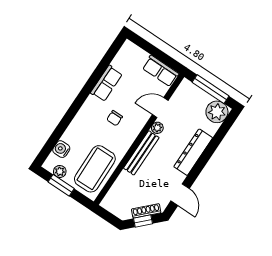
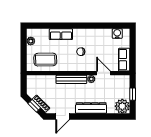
row of seats: (106, 83) -> (61, 34), moved
window: (211, 89) -> (133, 94), width x0.46
water cooler: (61, 149) -> (117, 34), moved
coffee table: (95, 169) -> (45, 60), width x0.73, depth x0.76
window: (61, 185) -> (24, 47), removed

